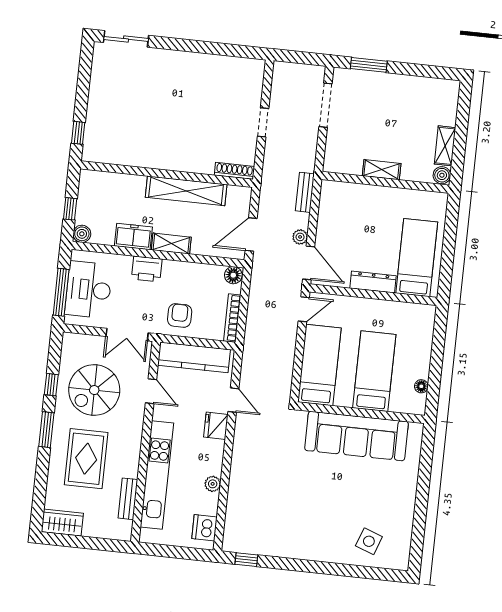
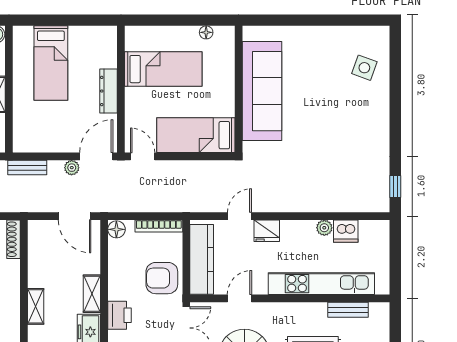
shelving: (186, 191) -> (36, 306), width x0.45, depth x0.75
bed: (417, 258) -> (51, 63), moved, turned -90
armchair: (180, 315) -> (162, 278), width x1.38, depth x1.38
bed: (374, 371) -> (163, 69), moved, turned 180
dishwasher: (204, 528) -> (346, 231), moved

